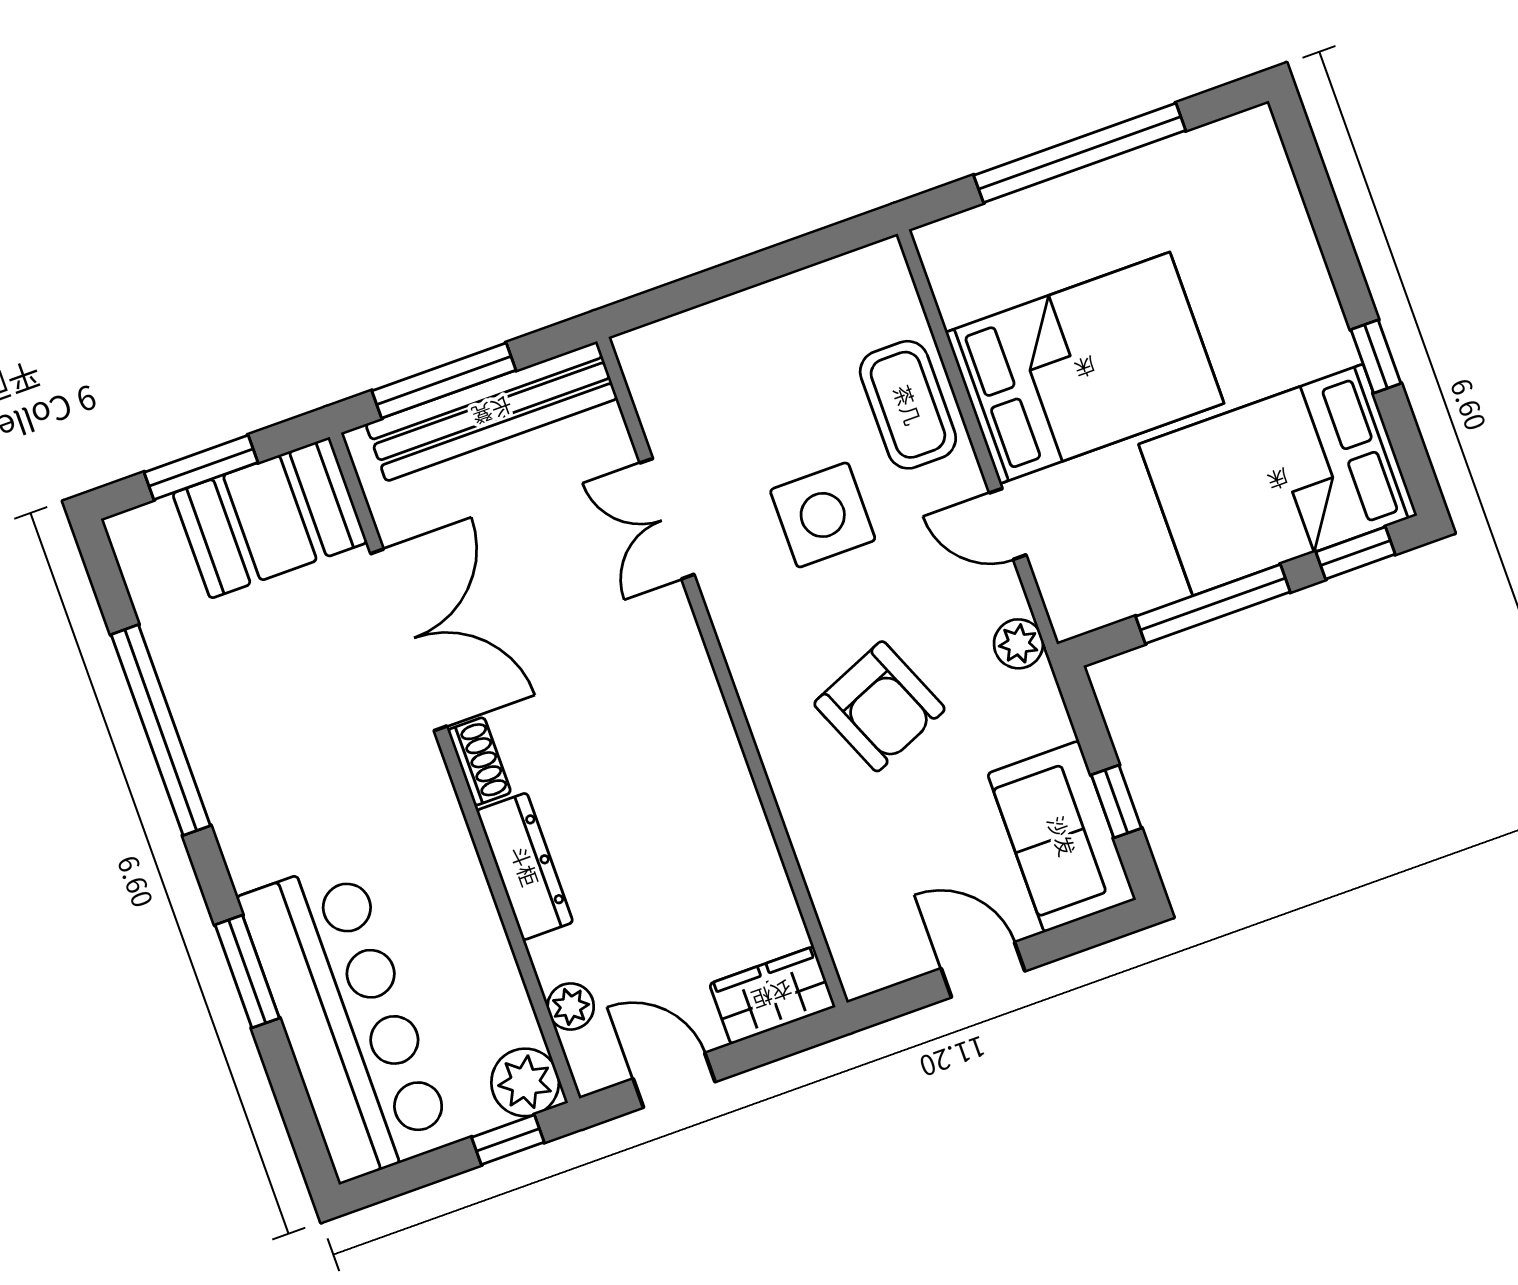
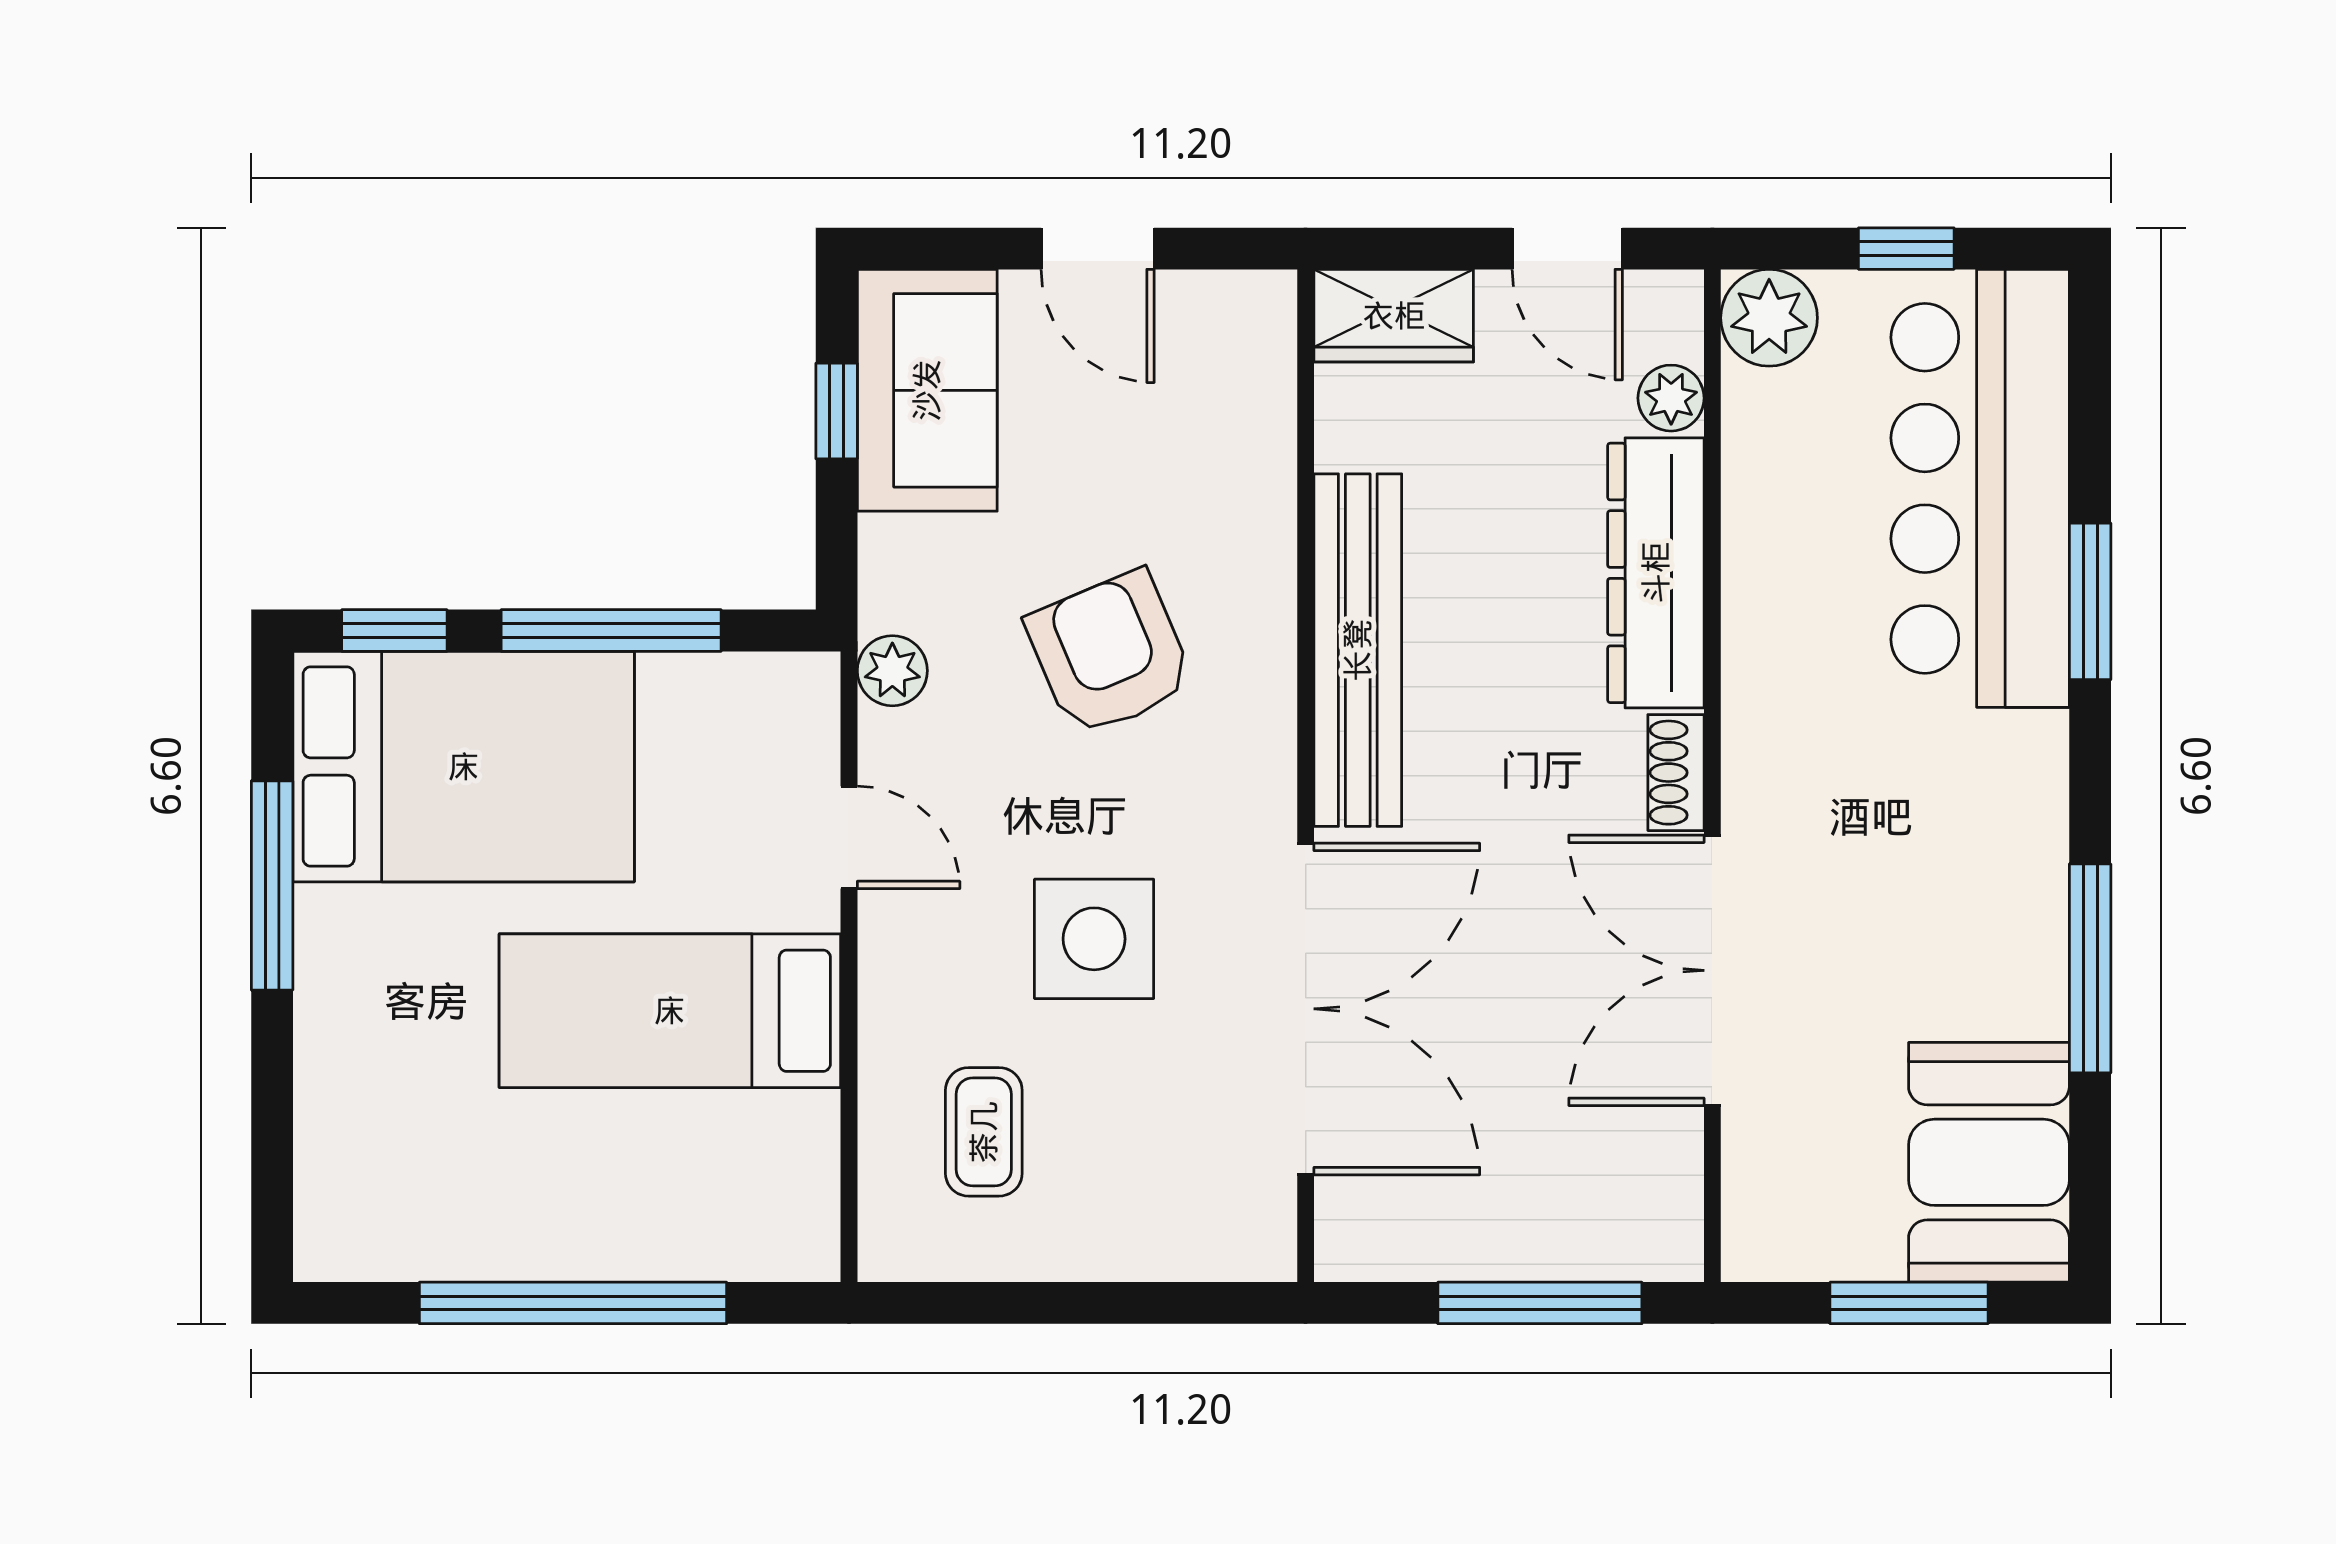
window: (1376, 357) -> (272, 885), width x2.17
bed: (1085, 368) -> (670, 1011), width x0.67
coffee table: (908, 405) -> (984, 1132), moved, width x0.73, depth x0.77
bench: (492, 411) -> (1358, 650), moved, turned 90
booth: (270, 518) -> (1989, 1162), moved, turned 90
double door: (667, 519) -> (1306, 1009), width x1.87
window: (161, 730) -> (2090, 968), width x0.68
dresser: (525, 866) -> (1656, 573), width x1.37, depth x1.24
window: (508, 1140) -> (1906, 249), moved

